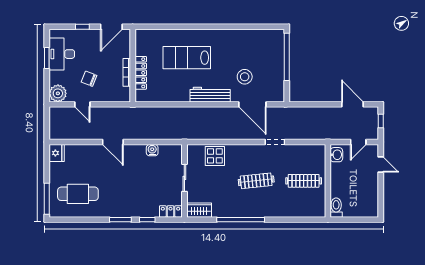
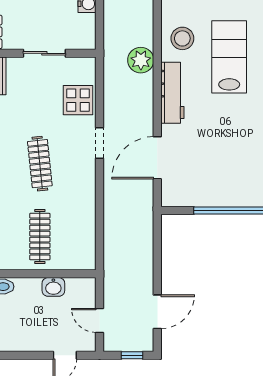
stool: (245, 77) -> (182, 38), moved
plant: (189, 115) -> (141, 60), added
doorway: (275, 142) -> (100, 143), moved
washbasin: (336, 155) -> (53, 287), moved

